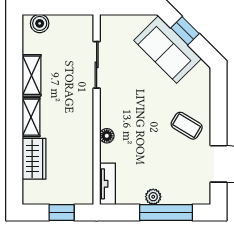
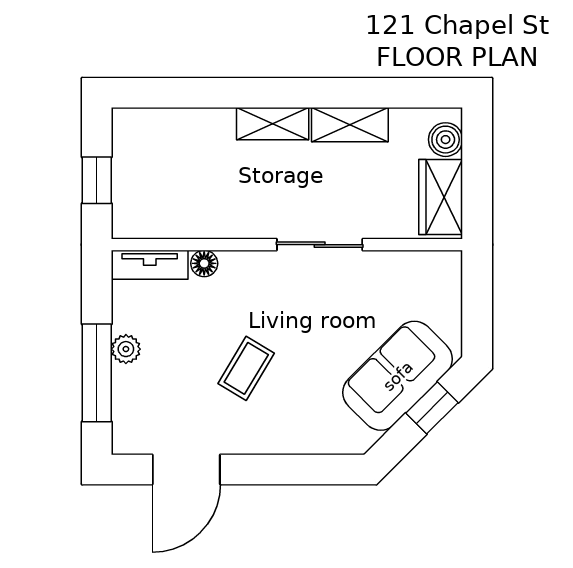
sliding door: (97, 65) -> (320, 245), moved
coffee table: (187, 126) -> (246, 368), moved
floor lamp: (107, 136) -> (204, 263), moved
wardrobe: (34, 159) -> (441, 197), moved, turned 90

